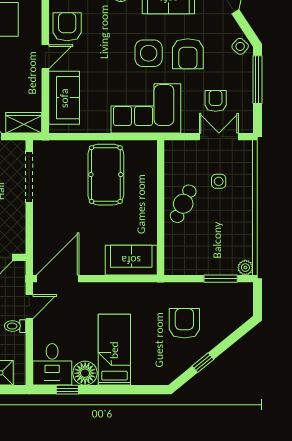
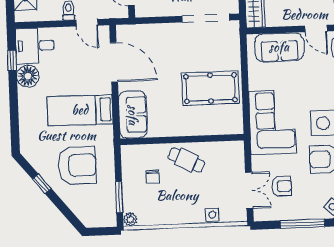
side table: (219, 181) -> (212, 215), moved
chair: (200, 241) -> (152, 176), added
door: (58, 279) -> (114, 62), moved
armchair: (184, 323) -> (77, 165), width x1.36, depth x1.36
bed: (114, 350) -> (80, 110), moved, turned 180

